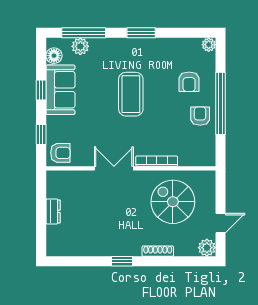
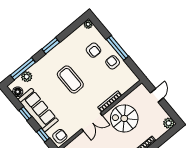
sofa: (60, 90) -> (38, 110), width x1.36
window: (221, 103) -> (117, 48), width x0.68
double door: (114, 168) -> (92, 122), swing flipped
spiral stairs: (173, 202) -> (124, 118), moved
door: (221, 223) -> (157, 95), moved

